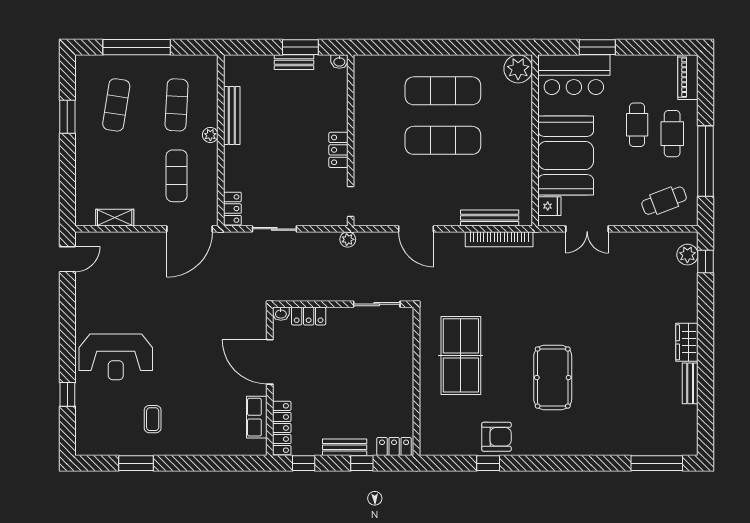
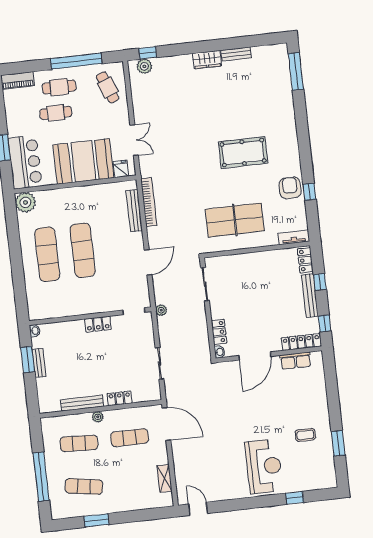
locker: (232, 209) -> (120, 398), moved
tv unit: (428, 434) -> (294, 237), added
bench: (345, 447) -> (310, 296), width x1.36

